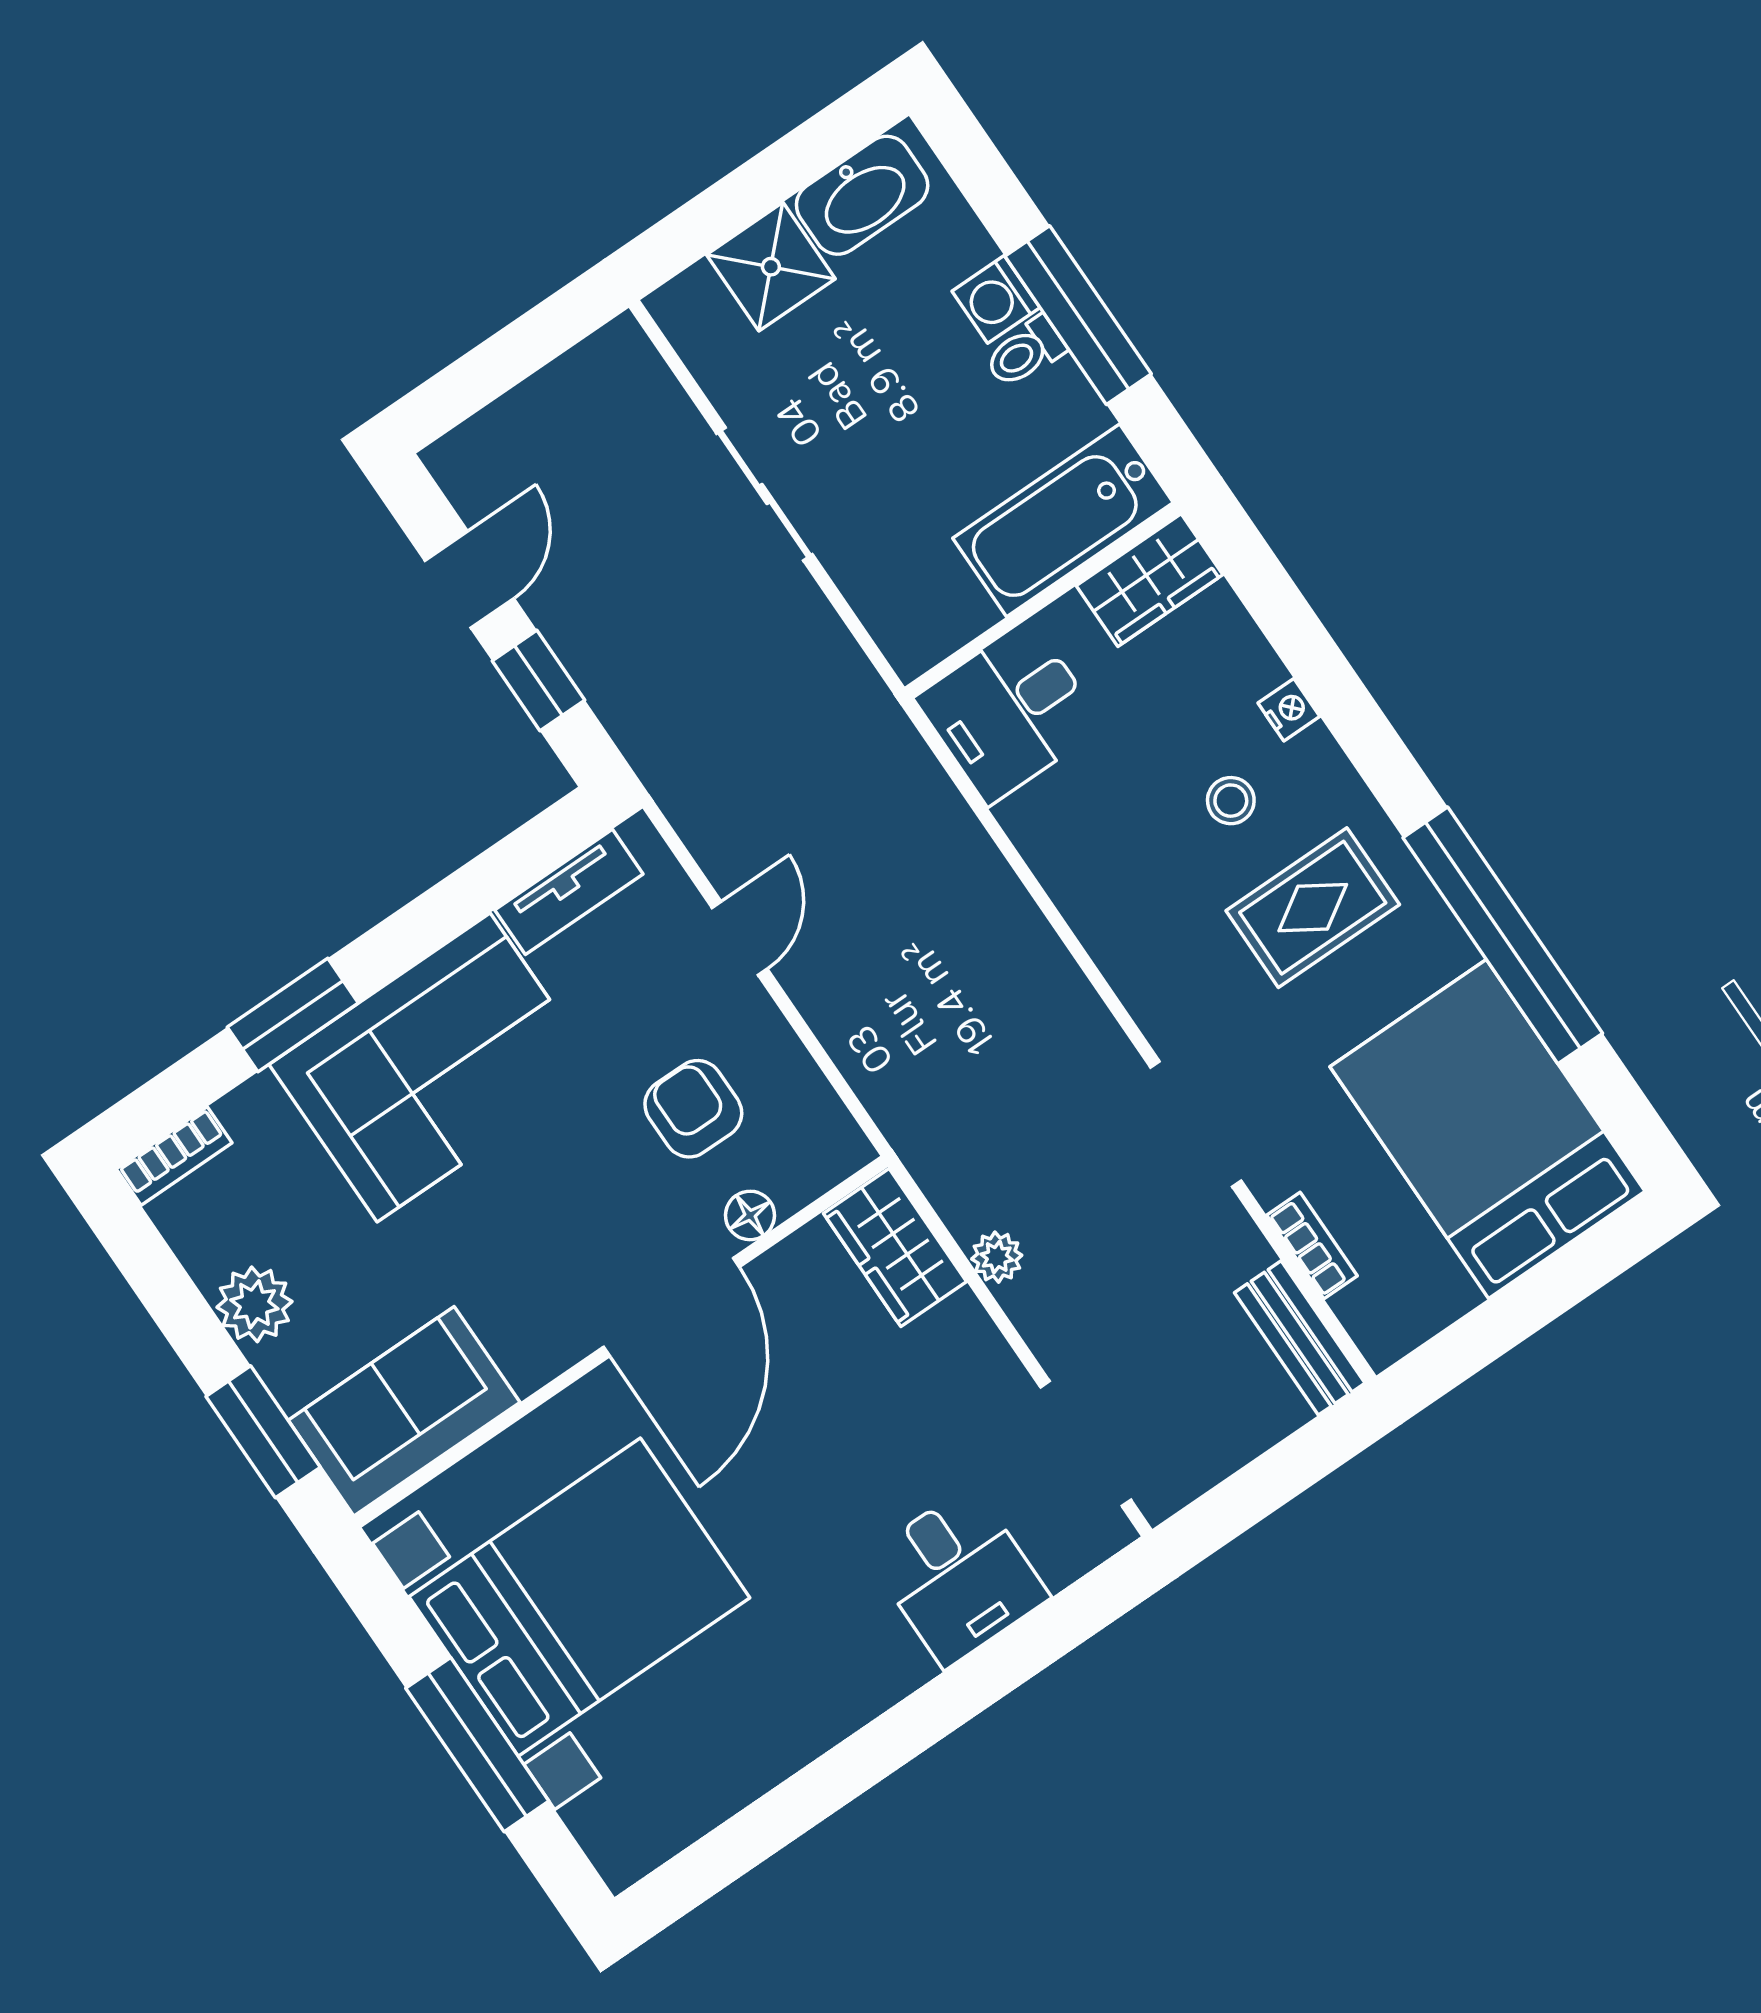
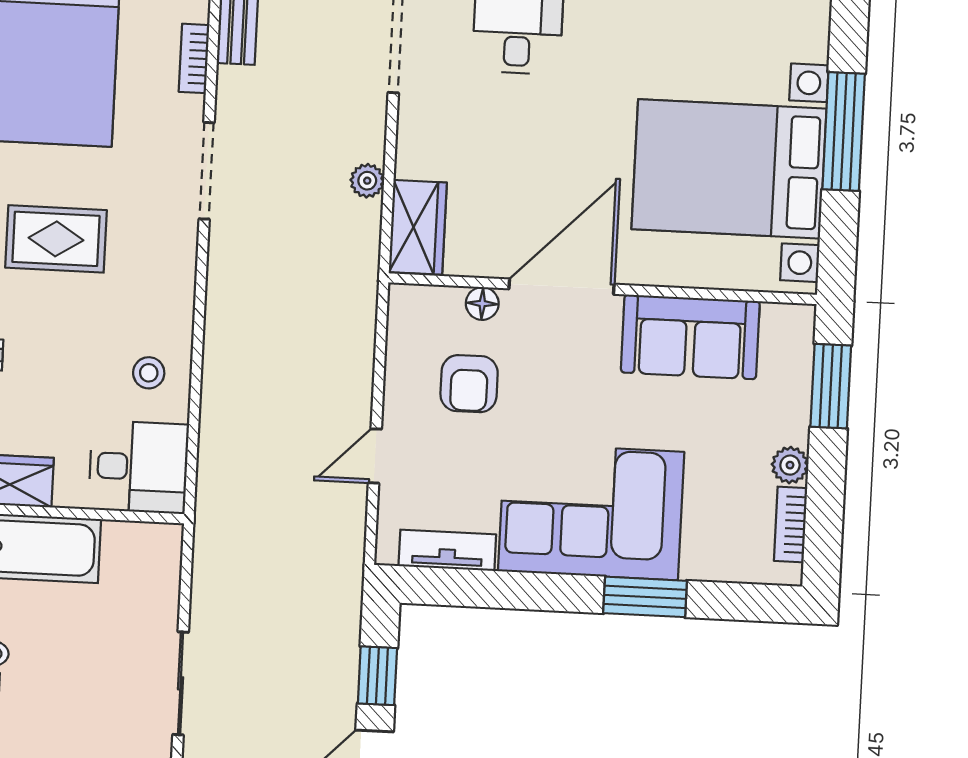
stool: (1231, 801) -> (149, 373), moved
bookcase: (174, 1156) -> (791, 524), moved, turned -90
plant: (254, 1304) -> (790, 465), width x0.73, depth x0.73
sofa: (404, 1411) -> (690, 337), moved

